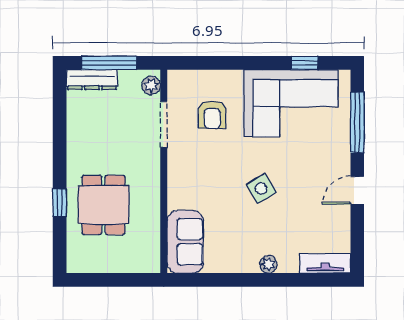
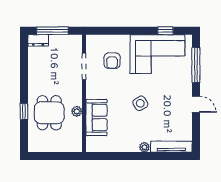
dresser: (92, 80) -> (38, 40), width x0.70
plant: (151, 85) -> (77, 111), moved
door: (357, 190) -> (196, 104), swing flipped
sofa: (185, 242) -> (96, 117), moved
tv unit: (325, 263) -> (171, 147), width x1.41

